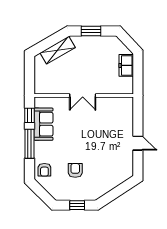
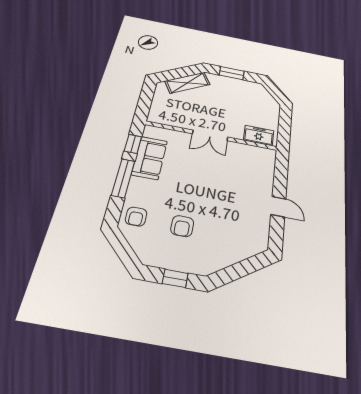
freezer: (126, 65) -> (259, 135), moved, turned 90
armchair: (75, 170) -> (182, 226), turned 180

